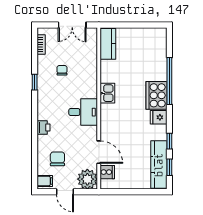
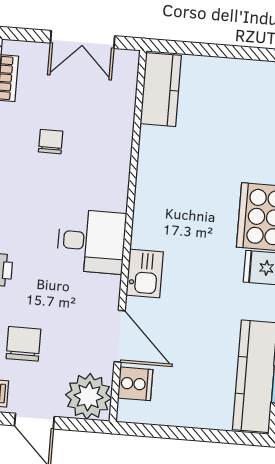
kitchen sink: (107, 93) -> (145, 273), moved

